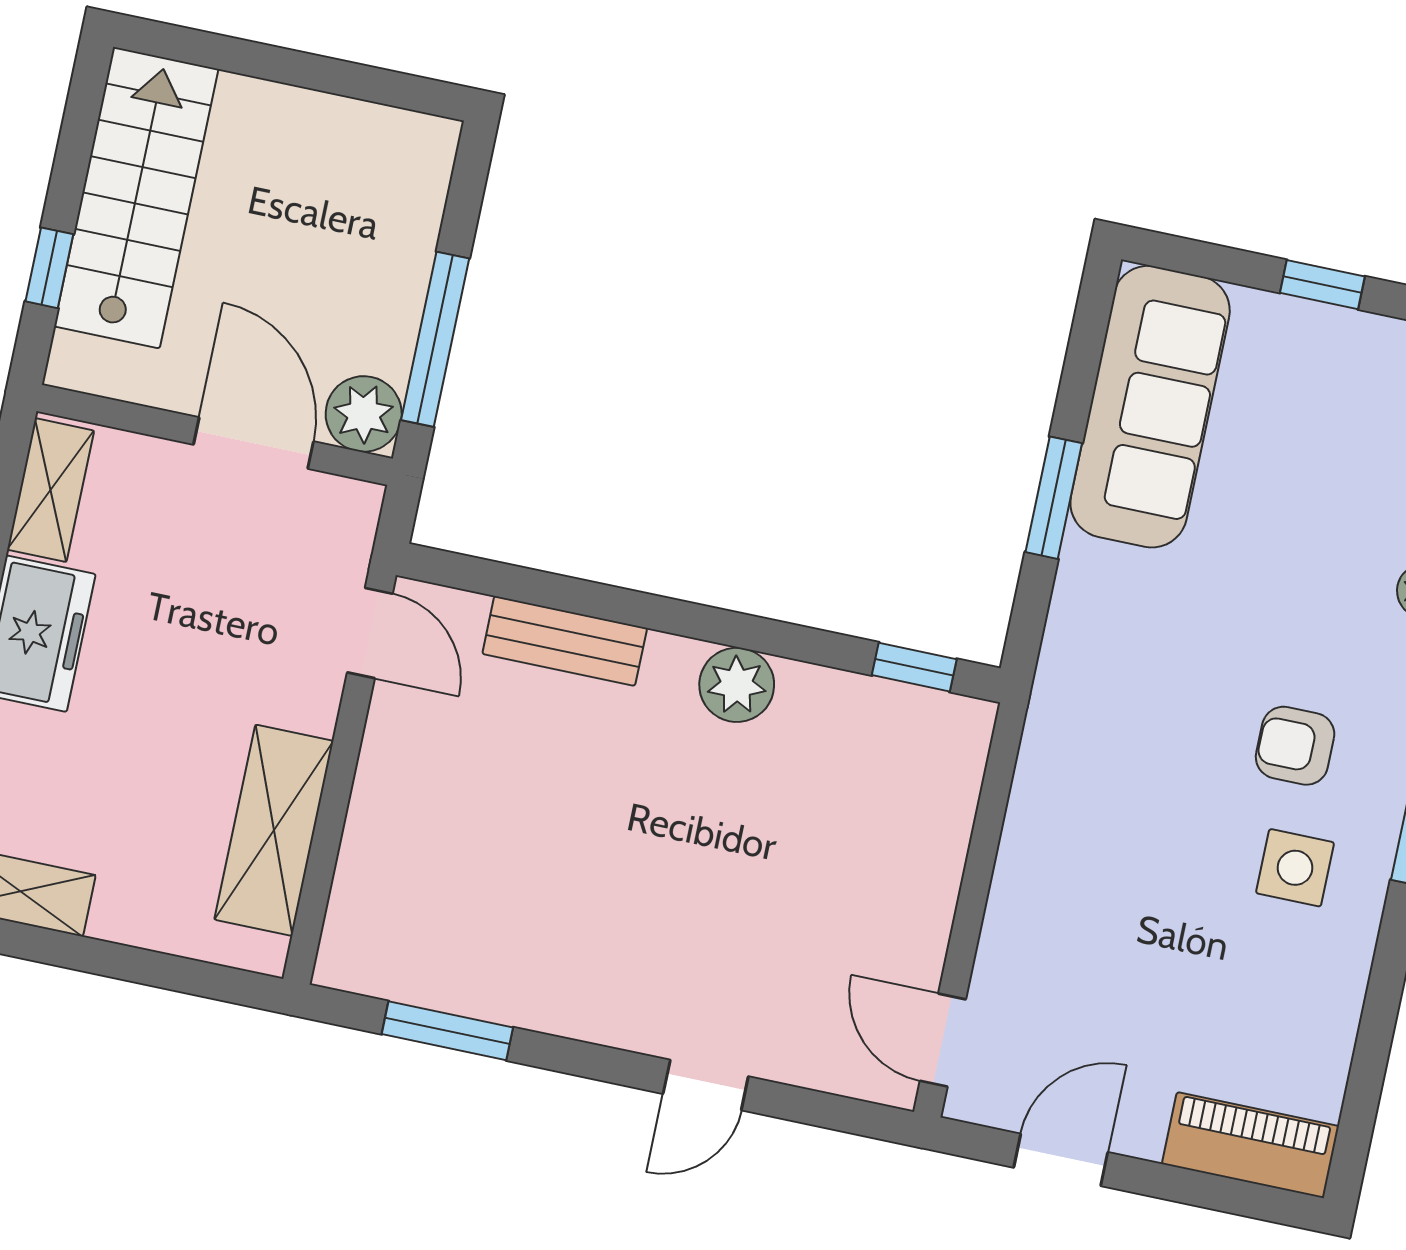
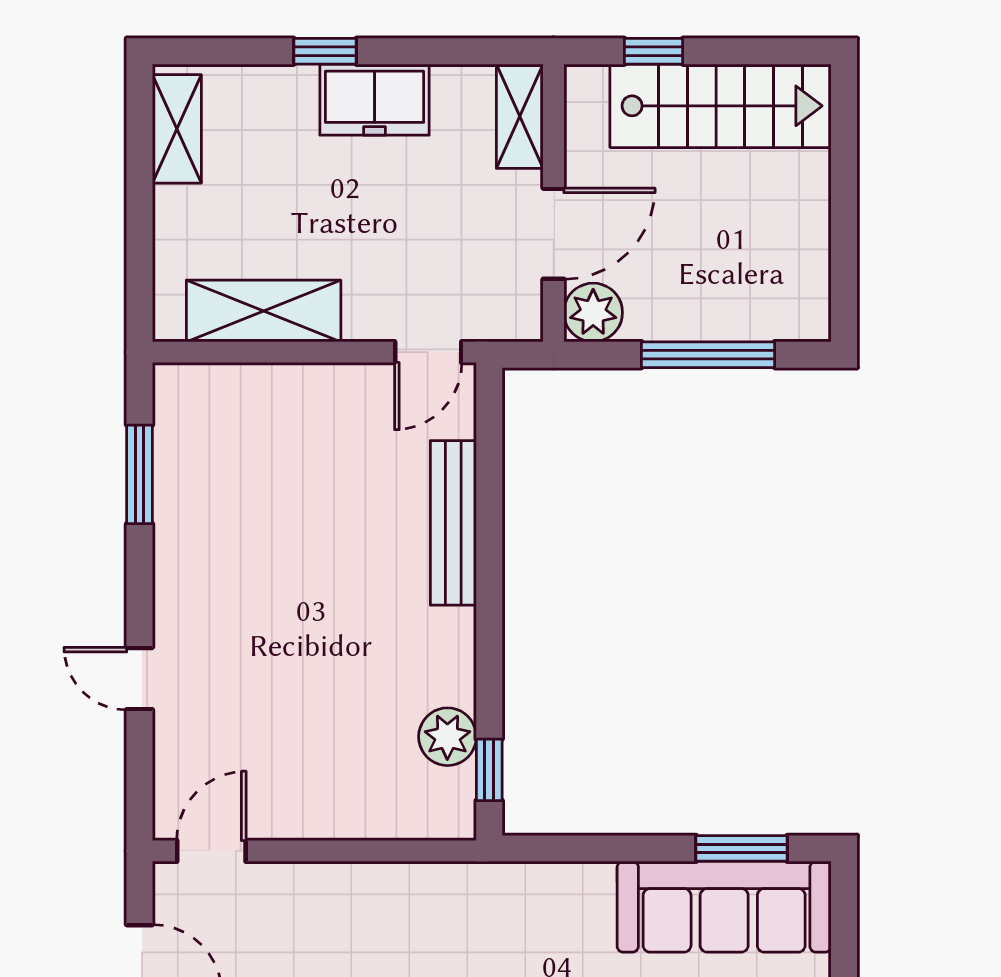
window: (435, 339) -> (708, 355), moved
shelving: (51, 490) -> (520, 116), moved, turned 90
window: (1054, 498) -> (742, 848), moved
bench: (565, 641) -> (453, 523), width x1.36
plant: (737, 685) -> (447, 737), moved

